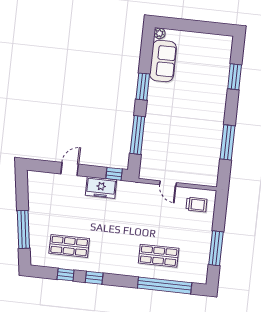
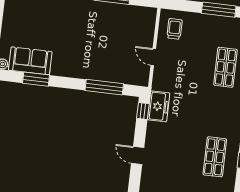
window: (143, 87) -> (36, 79), moved
door: (168, 184) -> (153, 57), swing flipped
freezer: (101, 188) -> (159, 106), moved

